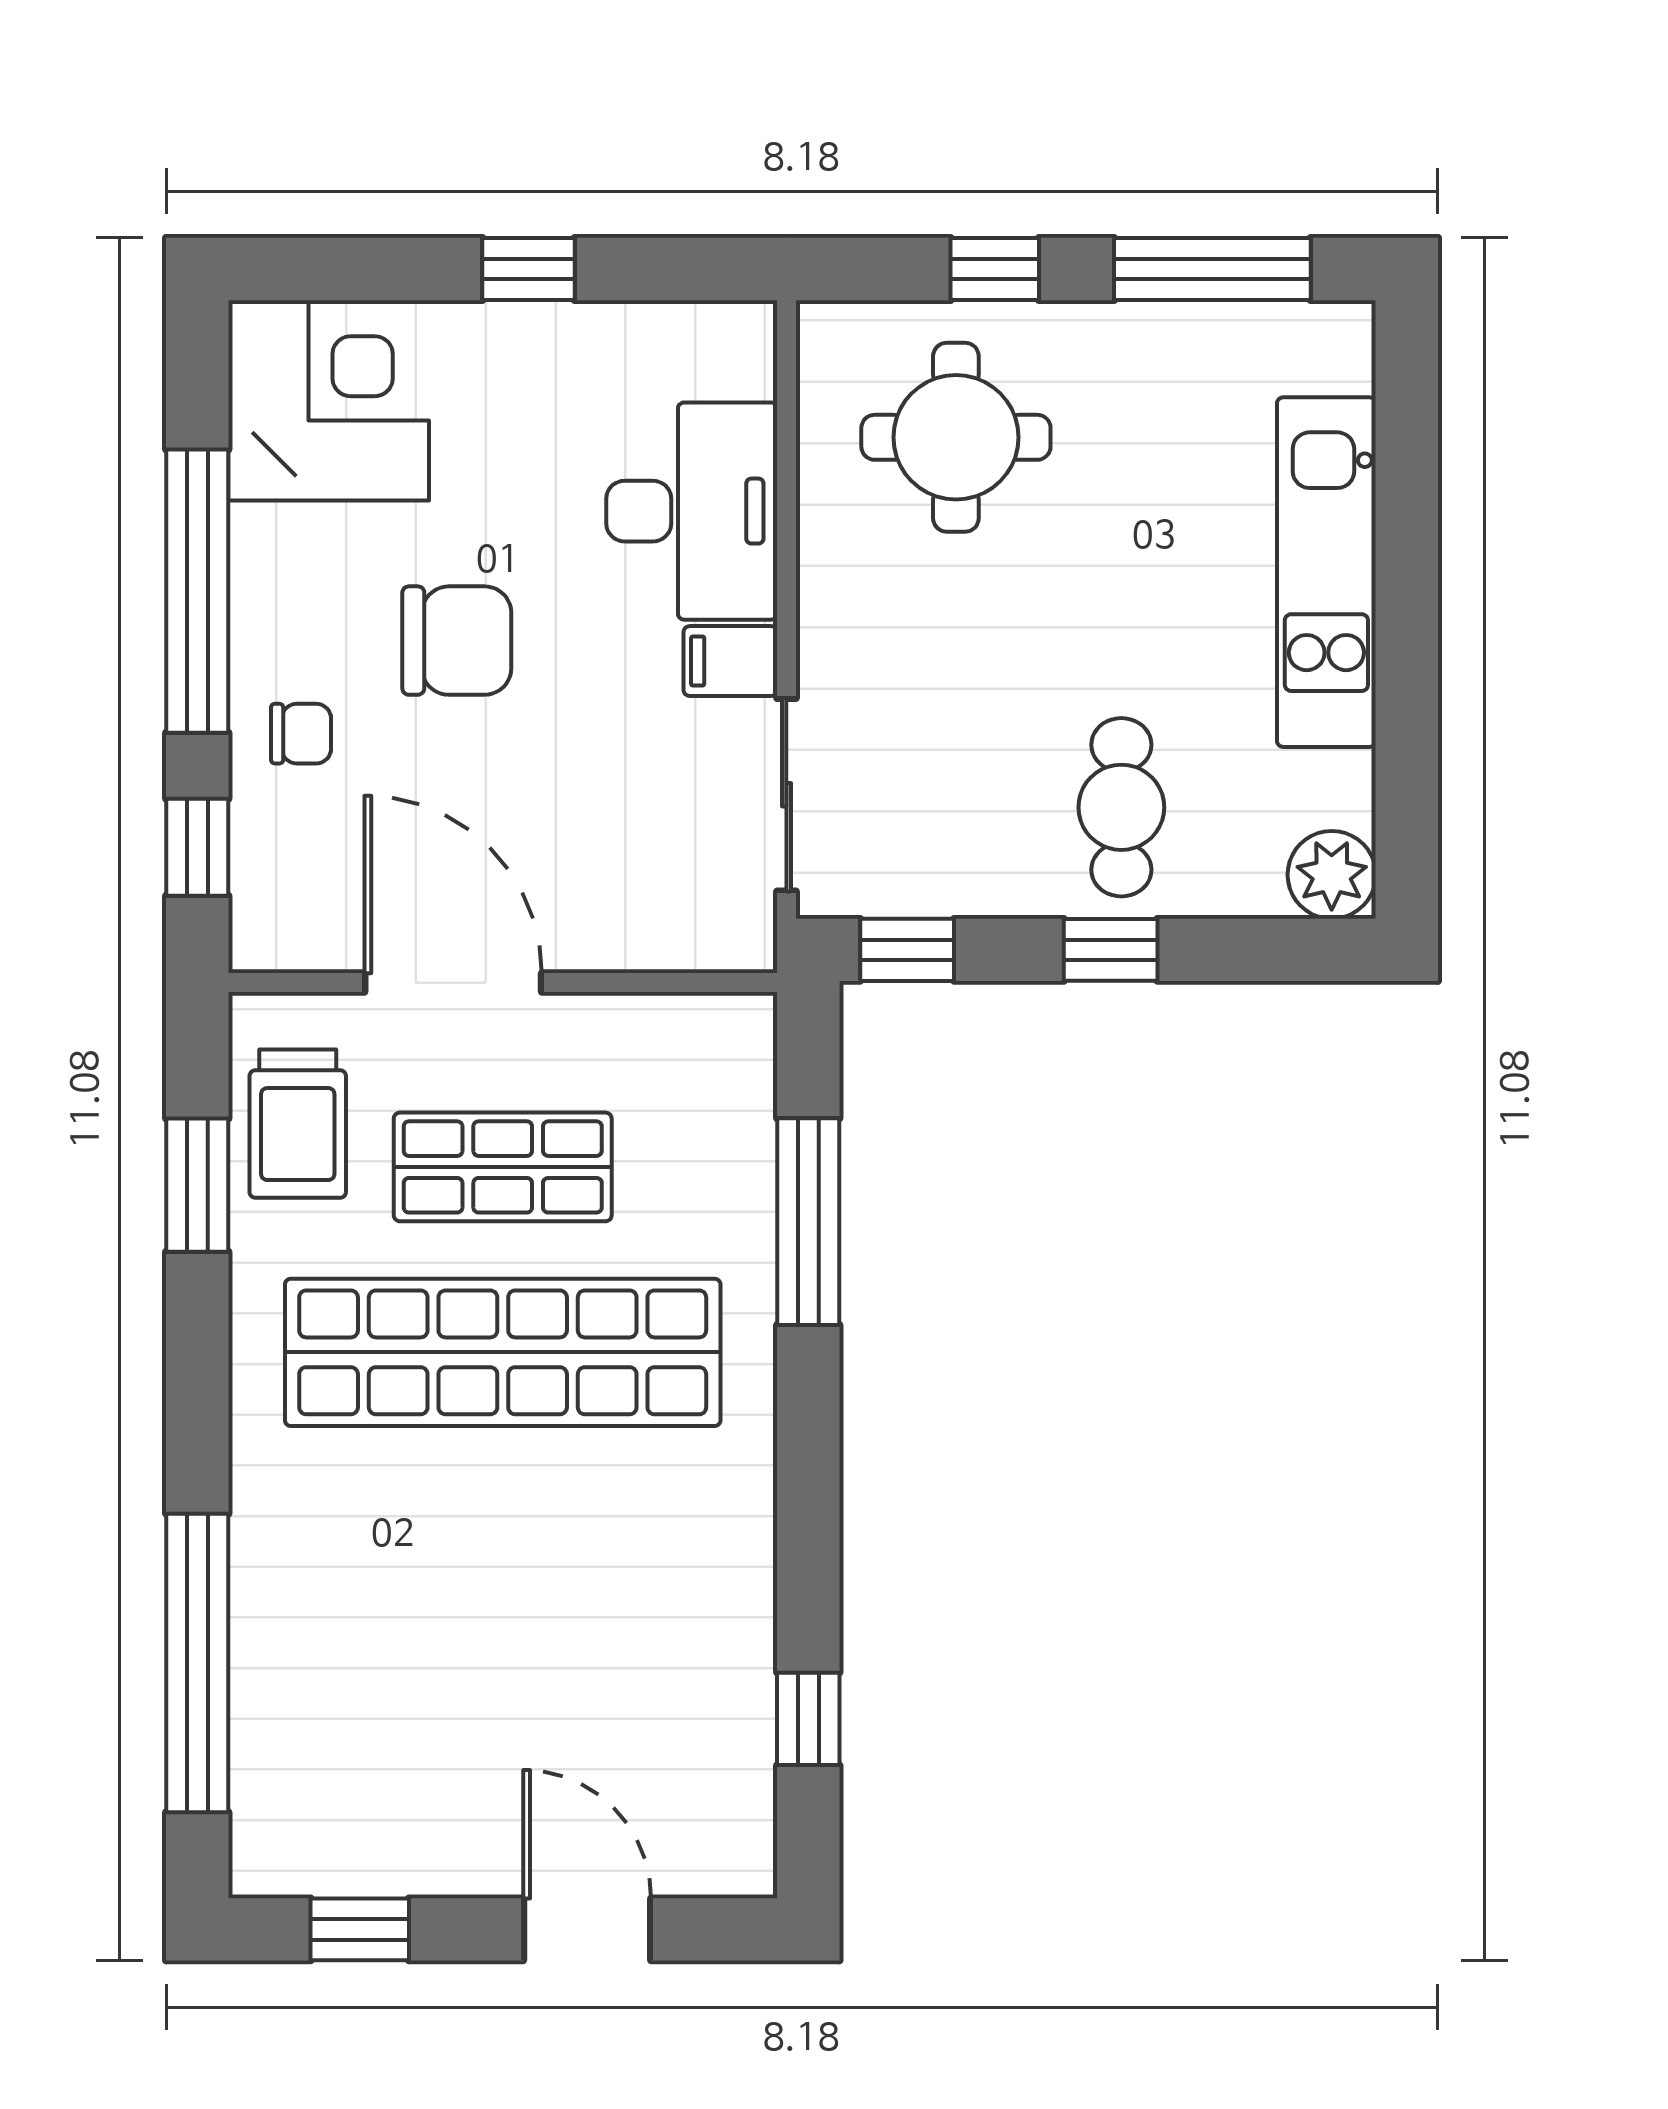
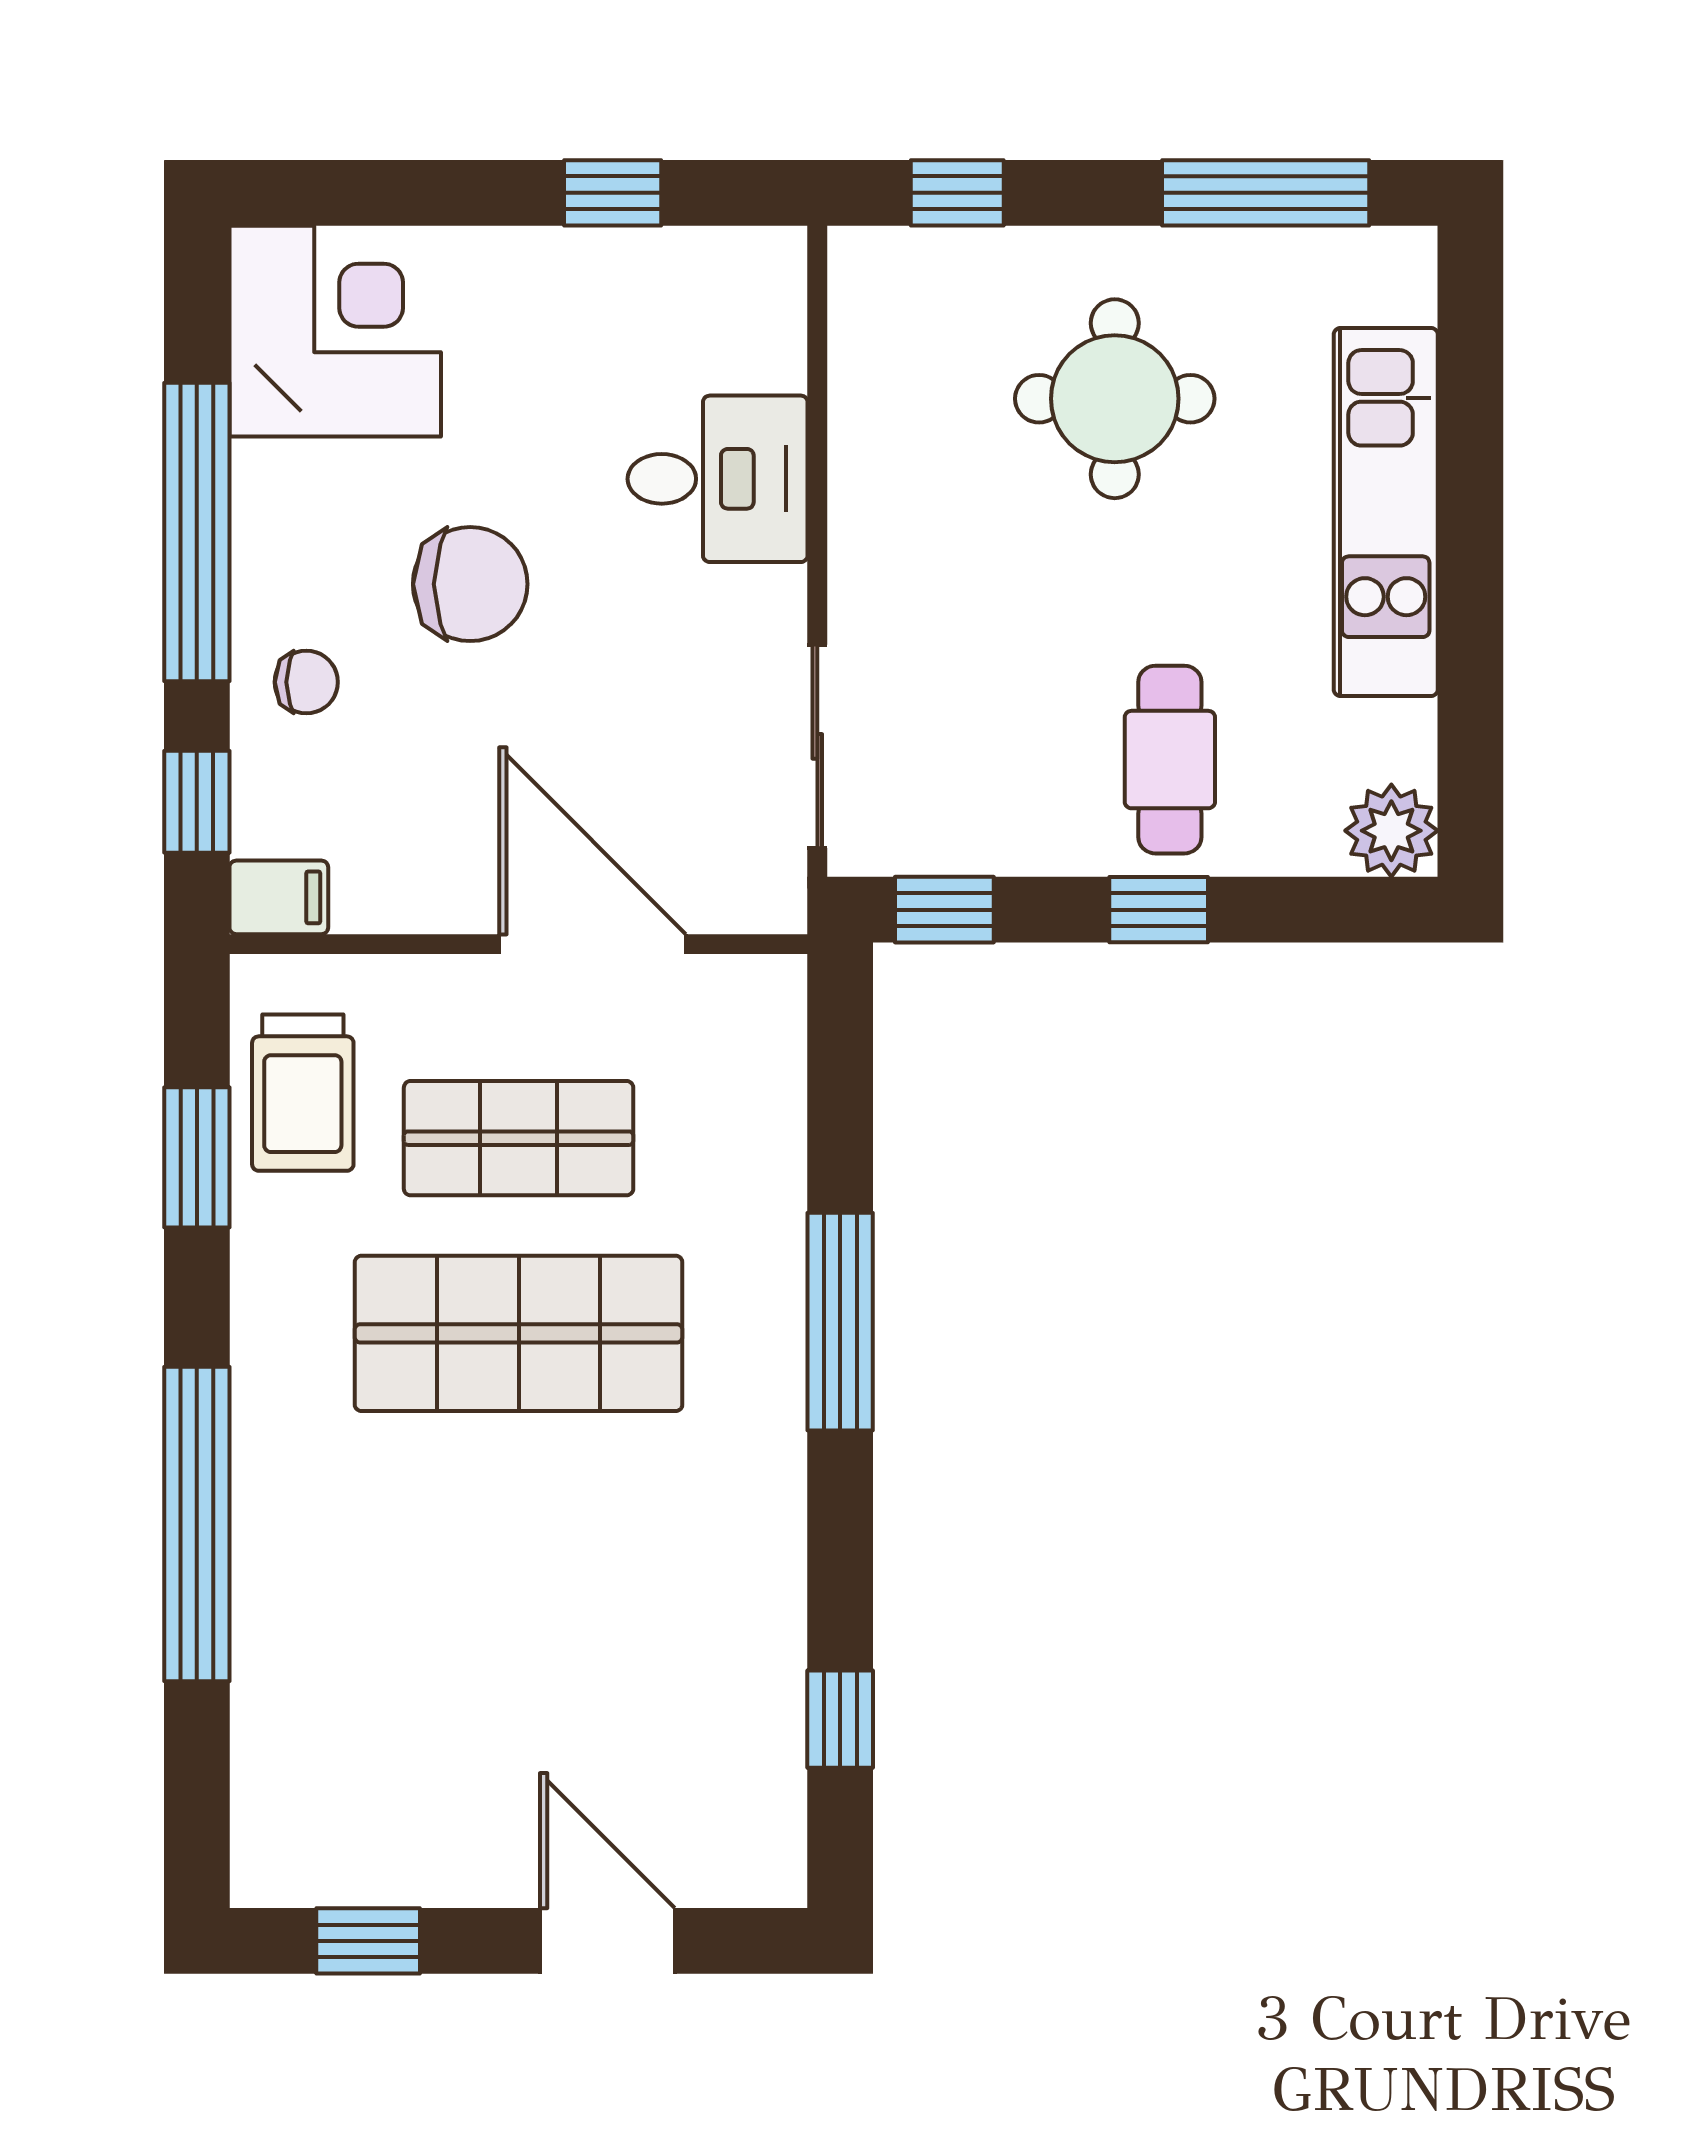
window: (529, 269) -> (613, 193), moved
window: (995, 269) -> (957, 193), moved
round table: (956, 437) -> (1115, 399), moved
desk: (692, 511) -> (718, 479), width x0.73
filing cabinet: (730, 661) -> (279, 897), moved, turned 180
door: (453, 983) -> (593, 944), moved
window: (808, 1222) -> (840, 1322), moved
shop shelf: (503, 1352) -> (519, 1333), width x0.71
window: (197, 1663) -> (197, 1524), moved

